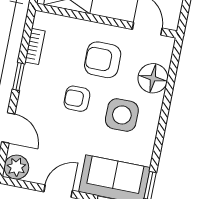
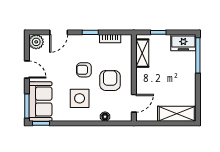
floor lamp: (153, 78) -> (105, 117), width x0.53, depth x0.53
armchair: (77, 99) -> (84, 70), turned -90

